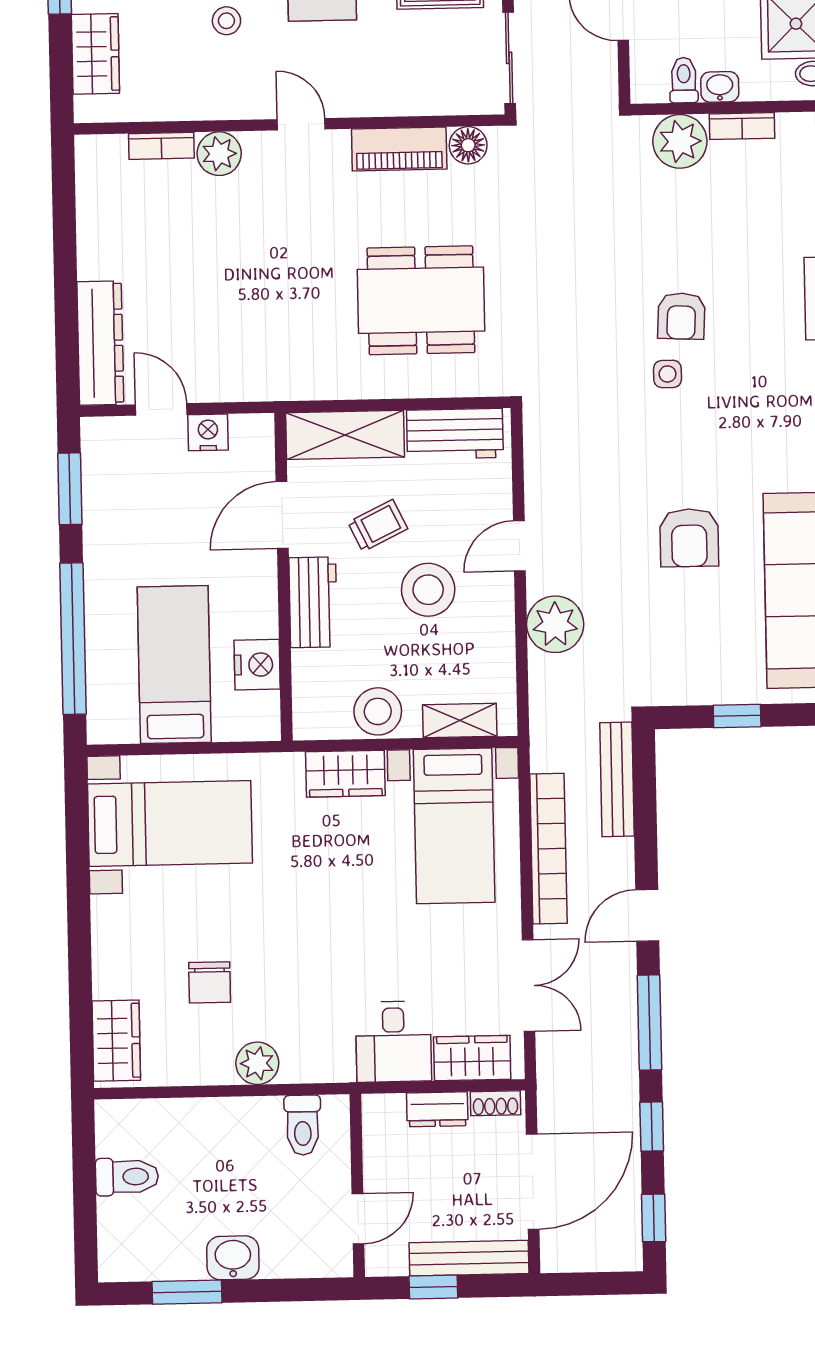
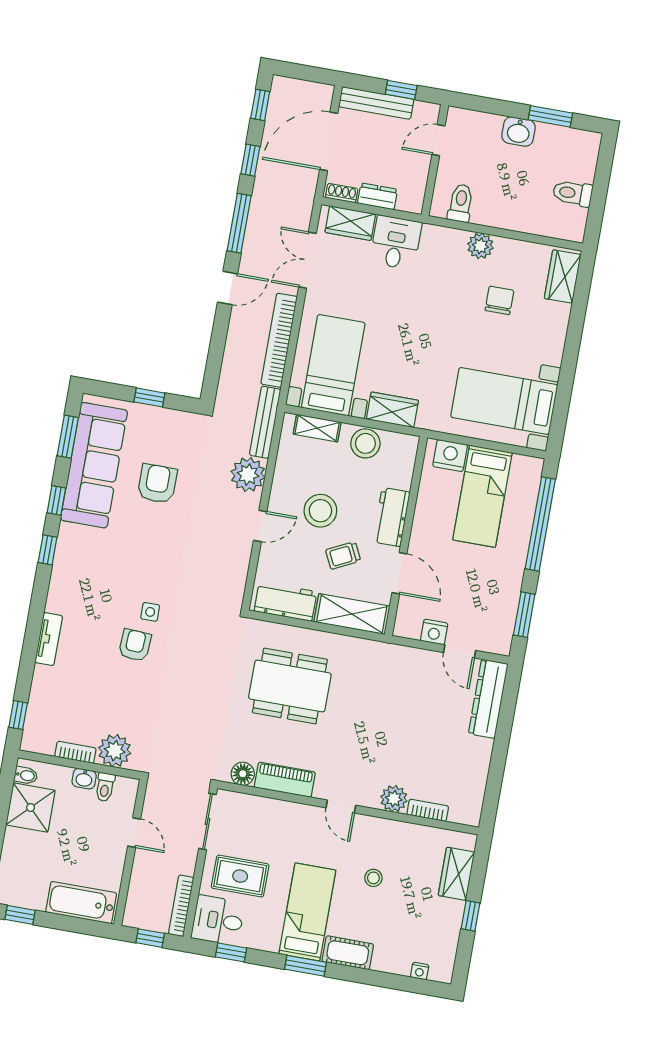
door: (282, 515) -> (399, 573), hinge flipped
armchair: (689, 538) -> (157, 484), moved
nightstand: (257, 665) -> (450, 455), moved, turned 90
bench: (617, 779) -> (265, 422), moved

